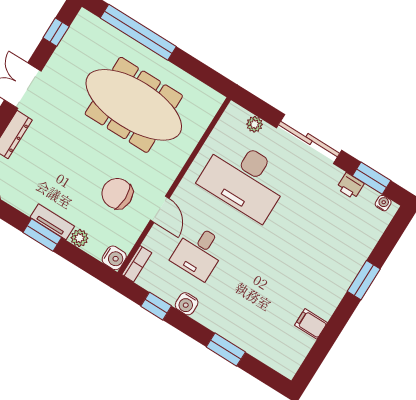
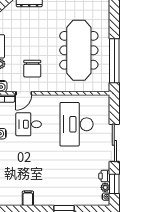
window: (138, 32) -> (114, 61), moved
plant: (255, 124) -> (105, 187), moved
chair: (117, 194) -> (32, 69), turned 180
door: (160, 209) -> (24, 93), moved

